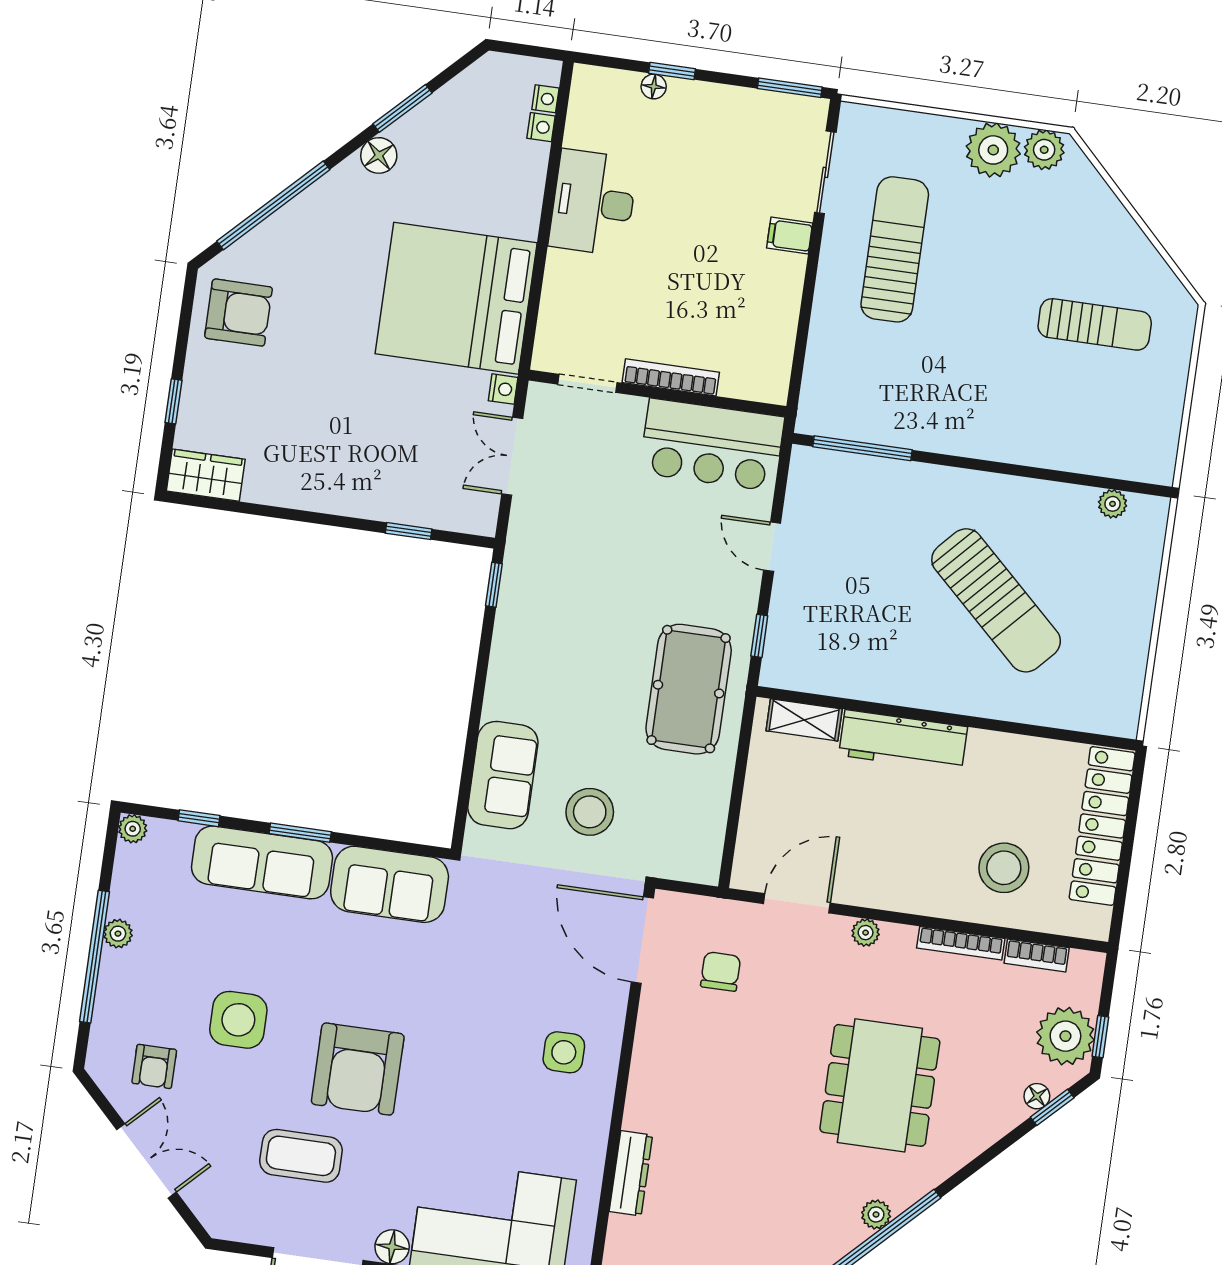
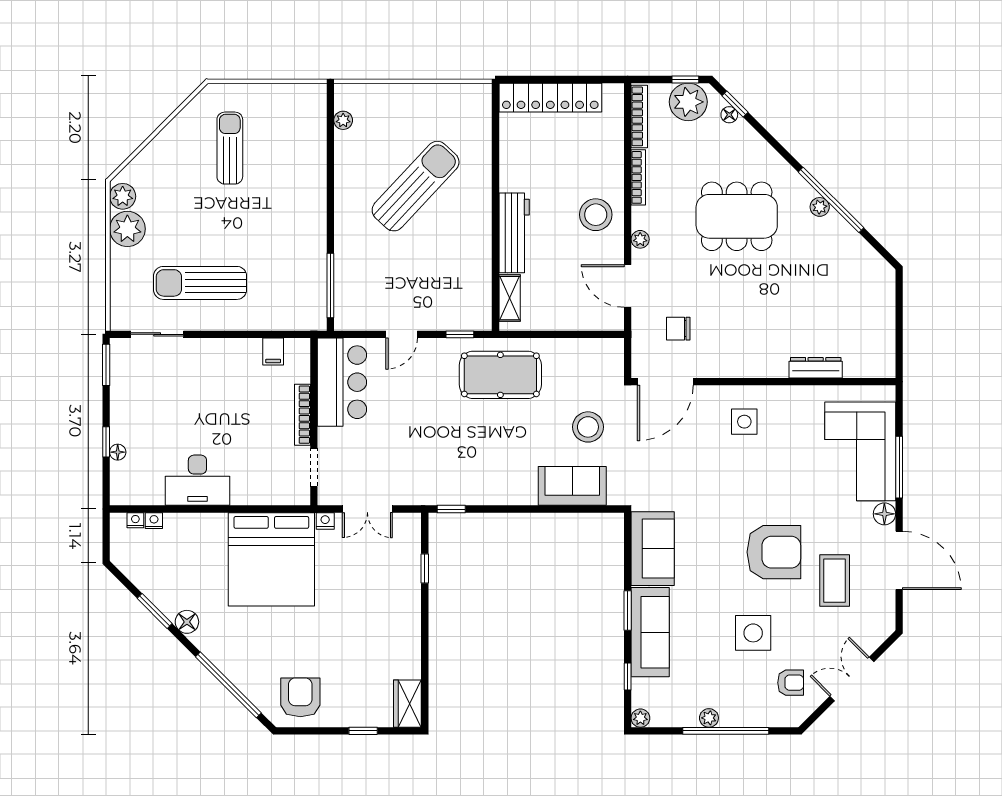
filing cabinet: (790, 236) -> (273, 351), moved
stool: (1004, 868) -> (596, 215), moved
bookcase: (1037, 955) -> (639, 116), width x1.56

